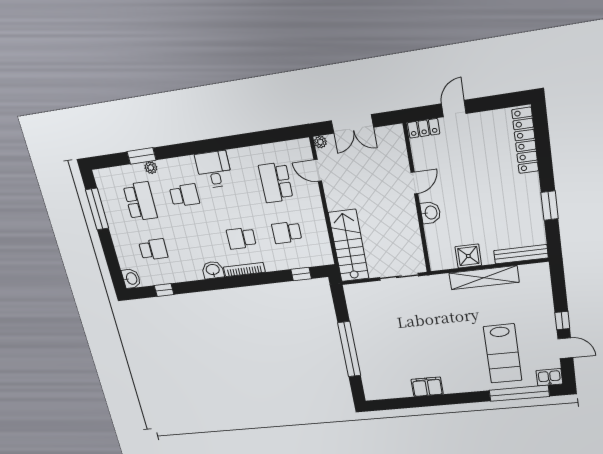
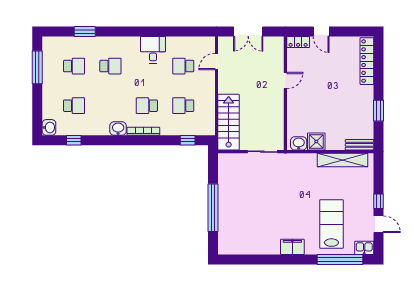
door: (454, 109) -> (321, 31), swing flipped
plant: (320, 142) -> (223, 41), removed
plant: (151, 168) -> (90, 41), removed
desk: (214, 170) -> (153, 50), moved
door: (318, 170) -> (217, 62), hinge flipped
school desk: (276, 182) -> (183, 66), width x0.54
school desk: (140, 201) -> (74, 66), width x0.54
washbasin: (430, 213) -> (299, 143), moved, turned -90
bench: (521, 254) -> (360, 145), width x0.73
shelving: (484, 278) -> (343, 160), moved
lab bench: (503, 354) -> (331, 224), turned 180
filing cabinet: (427, 387) -> (292, 247), moved

